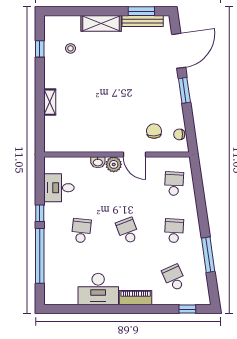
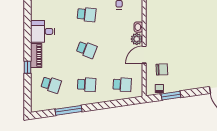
window: (184, 90) -> (171, 96), moved
school desk: (128, 231) -> (87, 50), turned 42
school desk: (174, 278) -> (51, 85), turned 42
desk: (98, 289) -> (43, 31), width x0.73
window: (187, 309) -> (27, 67), moved

